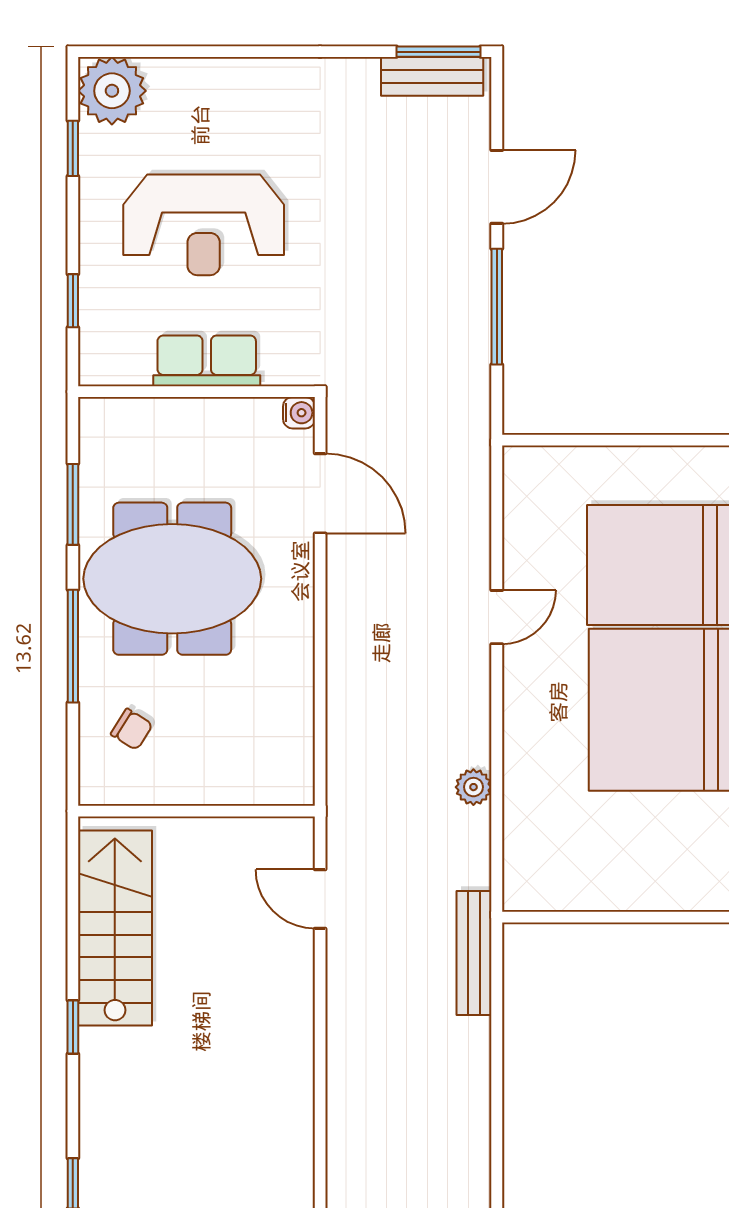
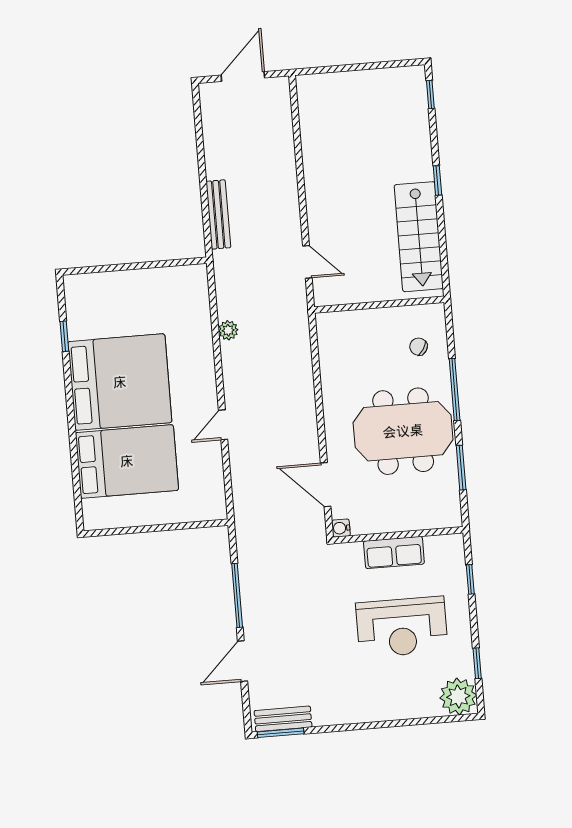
reception desk: (204, 225) -> (402, 627), turned 180
bench: (474, 953) -> (218, 214), moved

